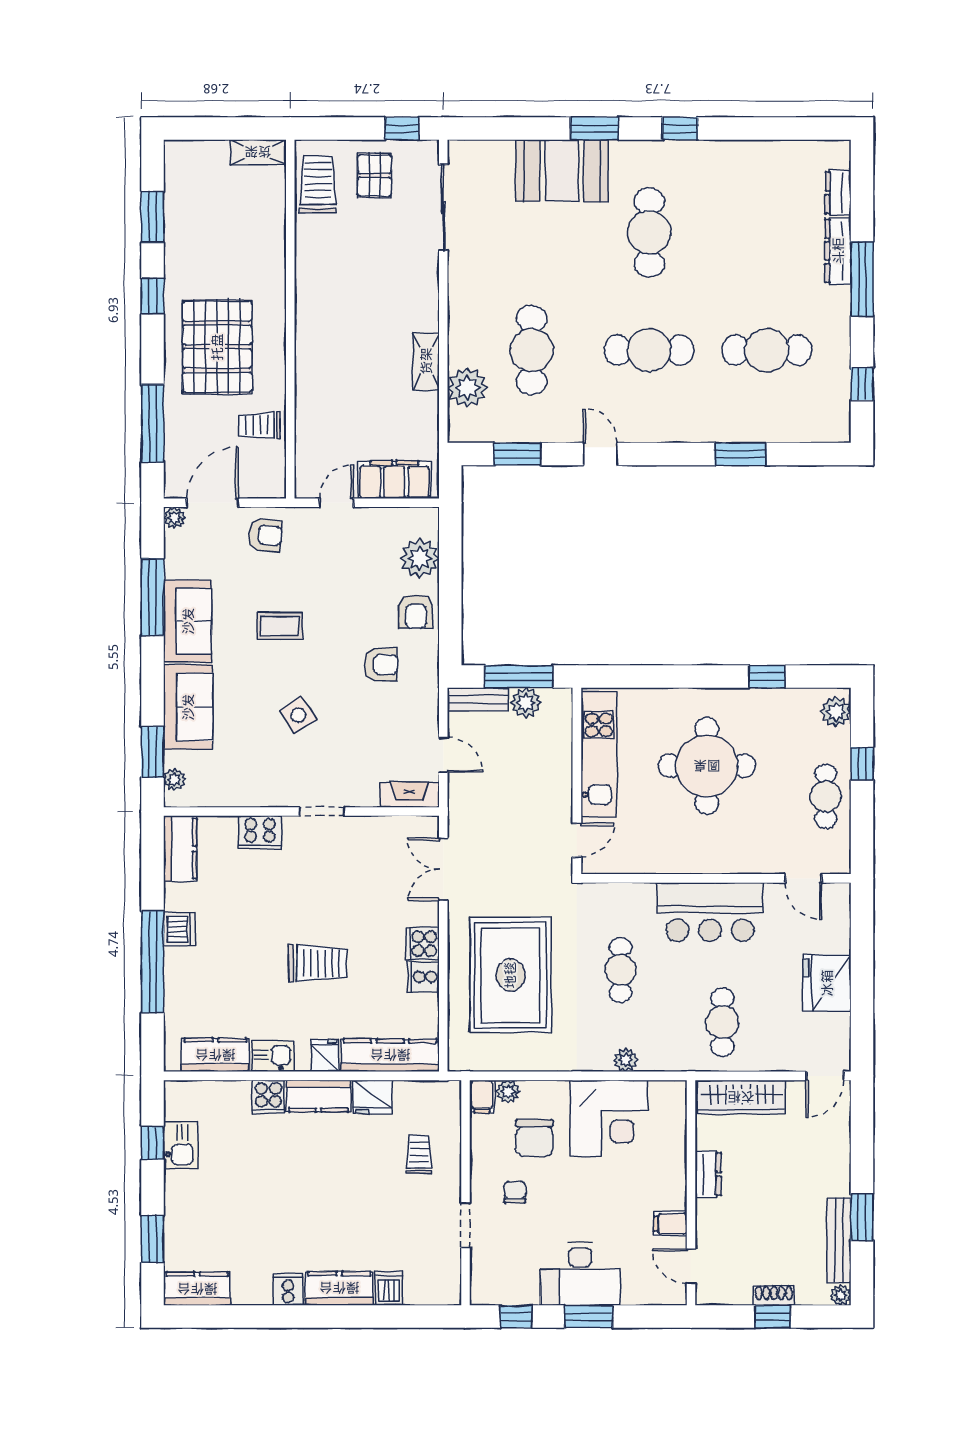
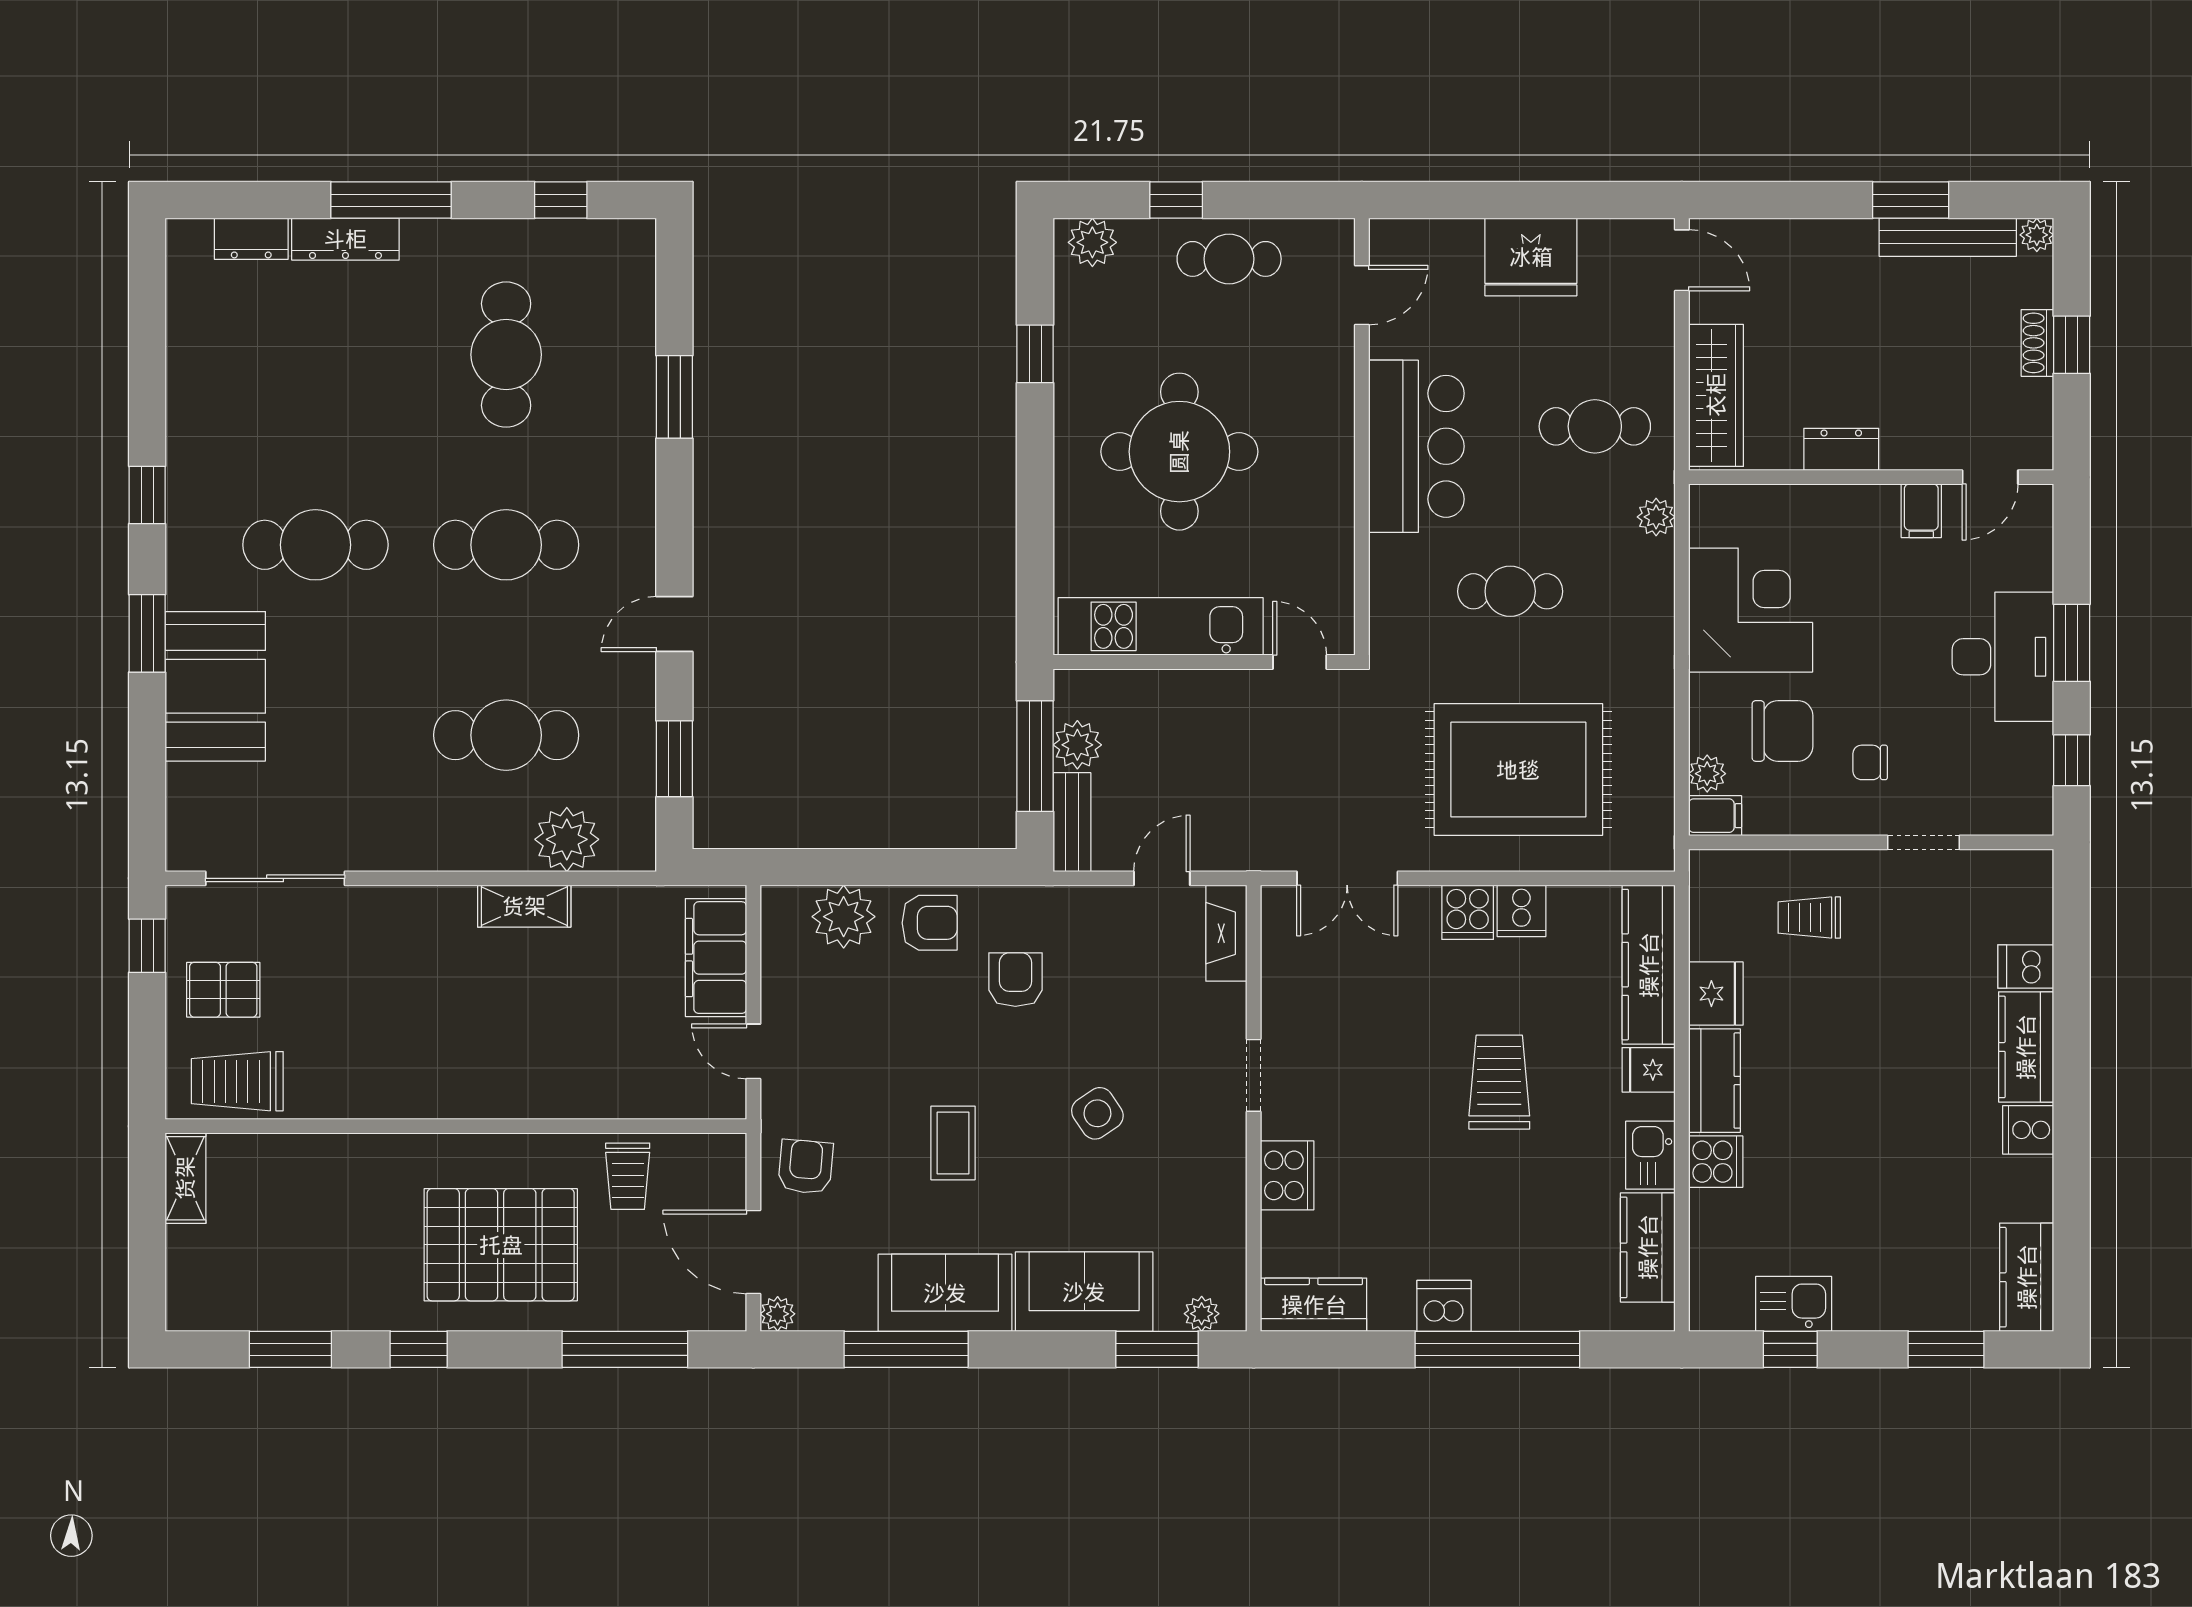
cafe table: (649, 350) -> (506, 545), turned 90
plant: (626, 1060) -> (1656, 517), moved

